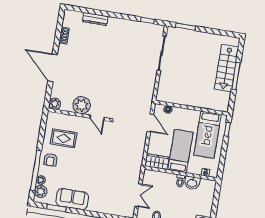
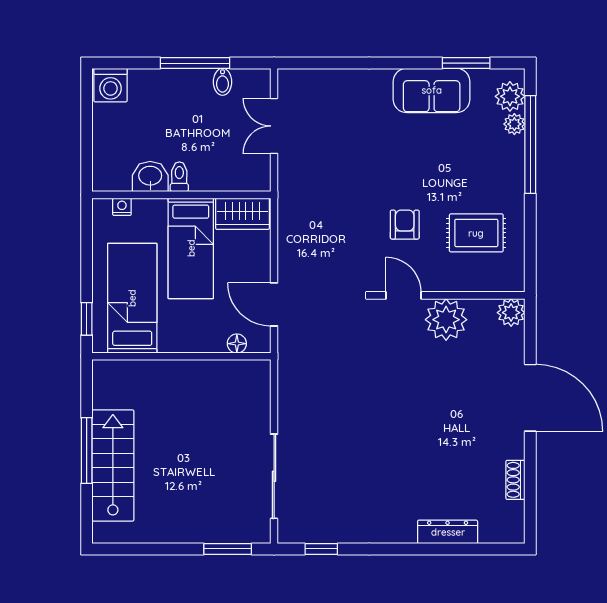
armchair: (50, 160) -> (405, 225), moved

